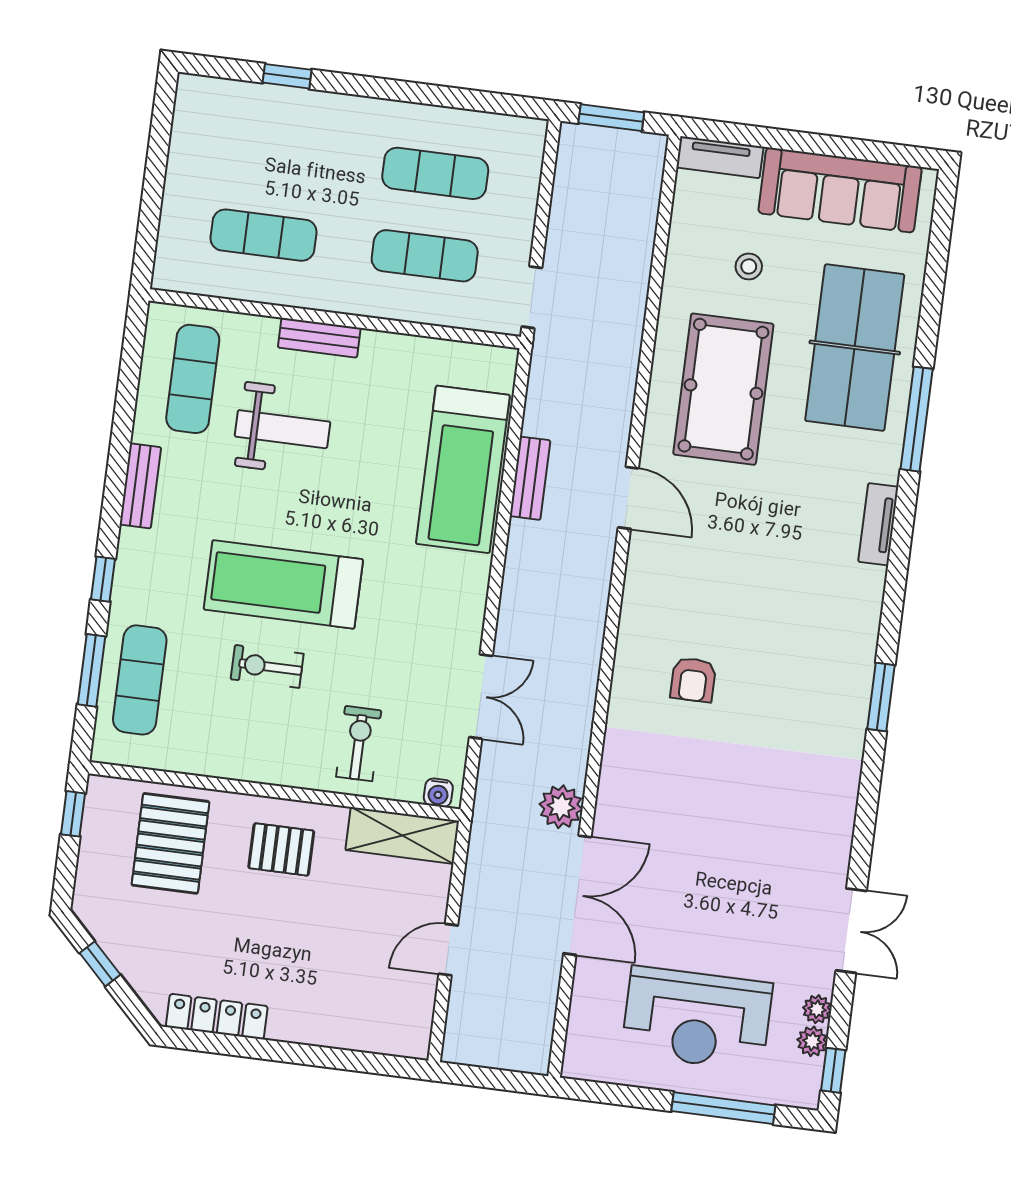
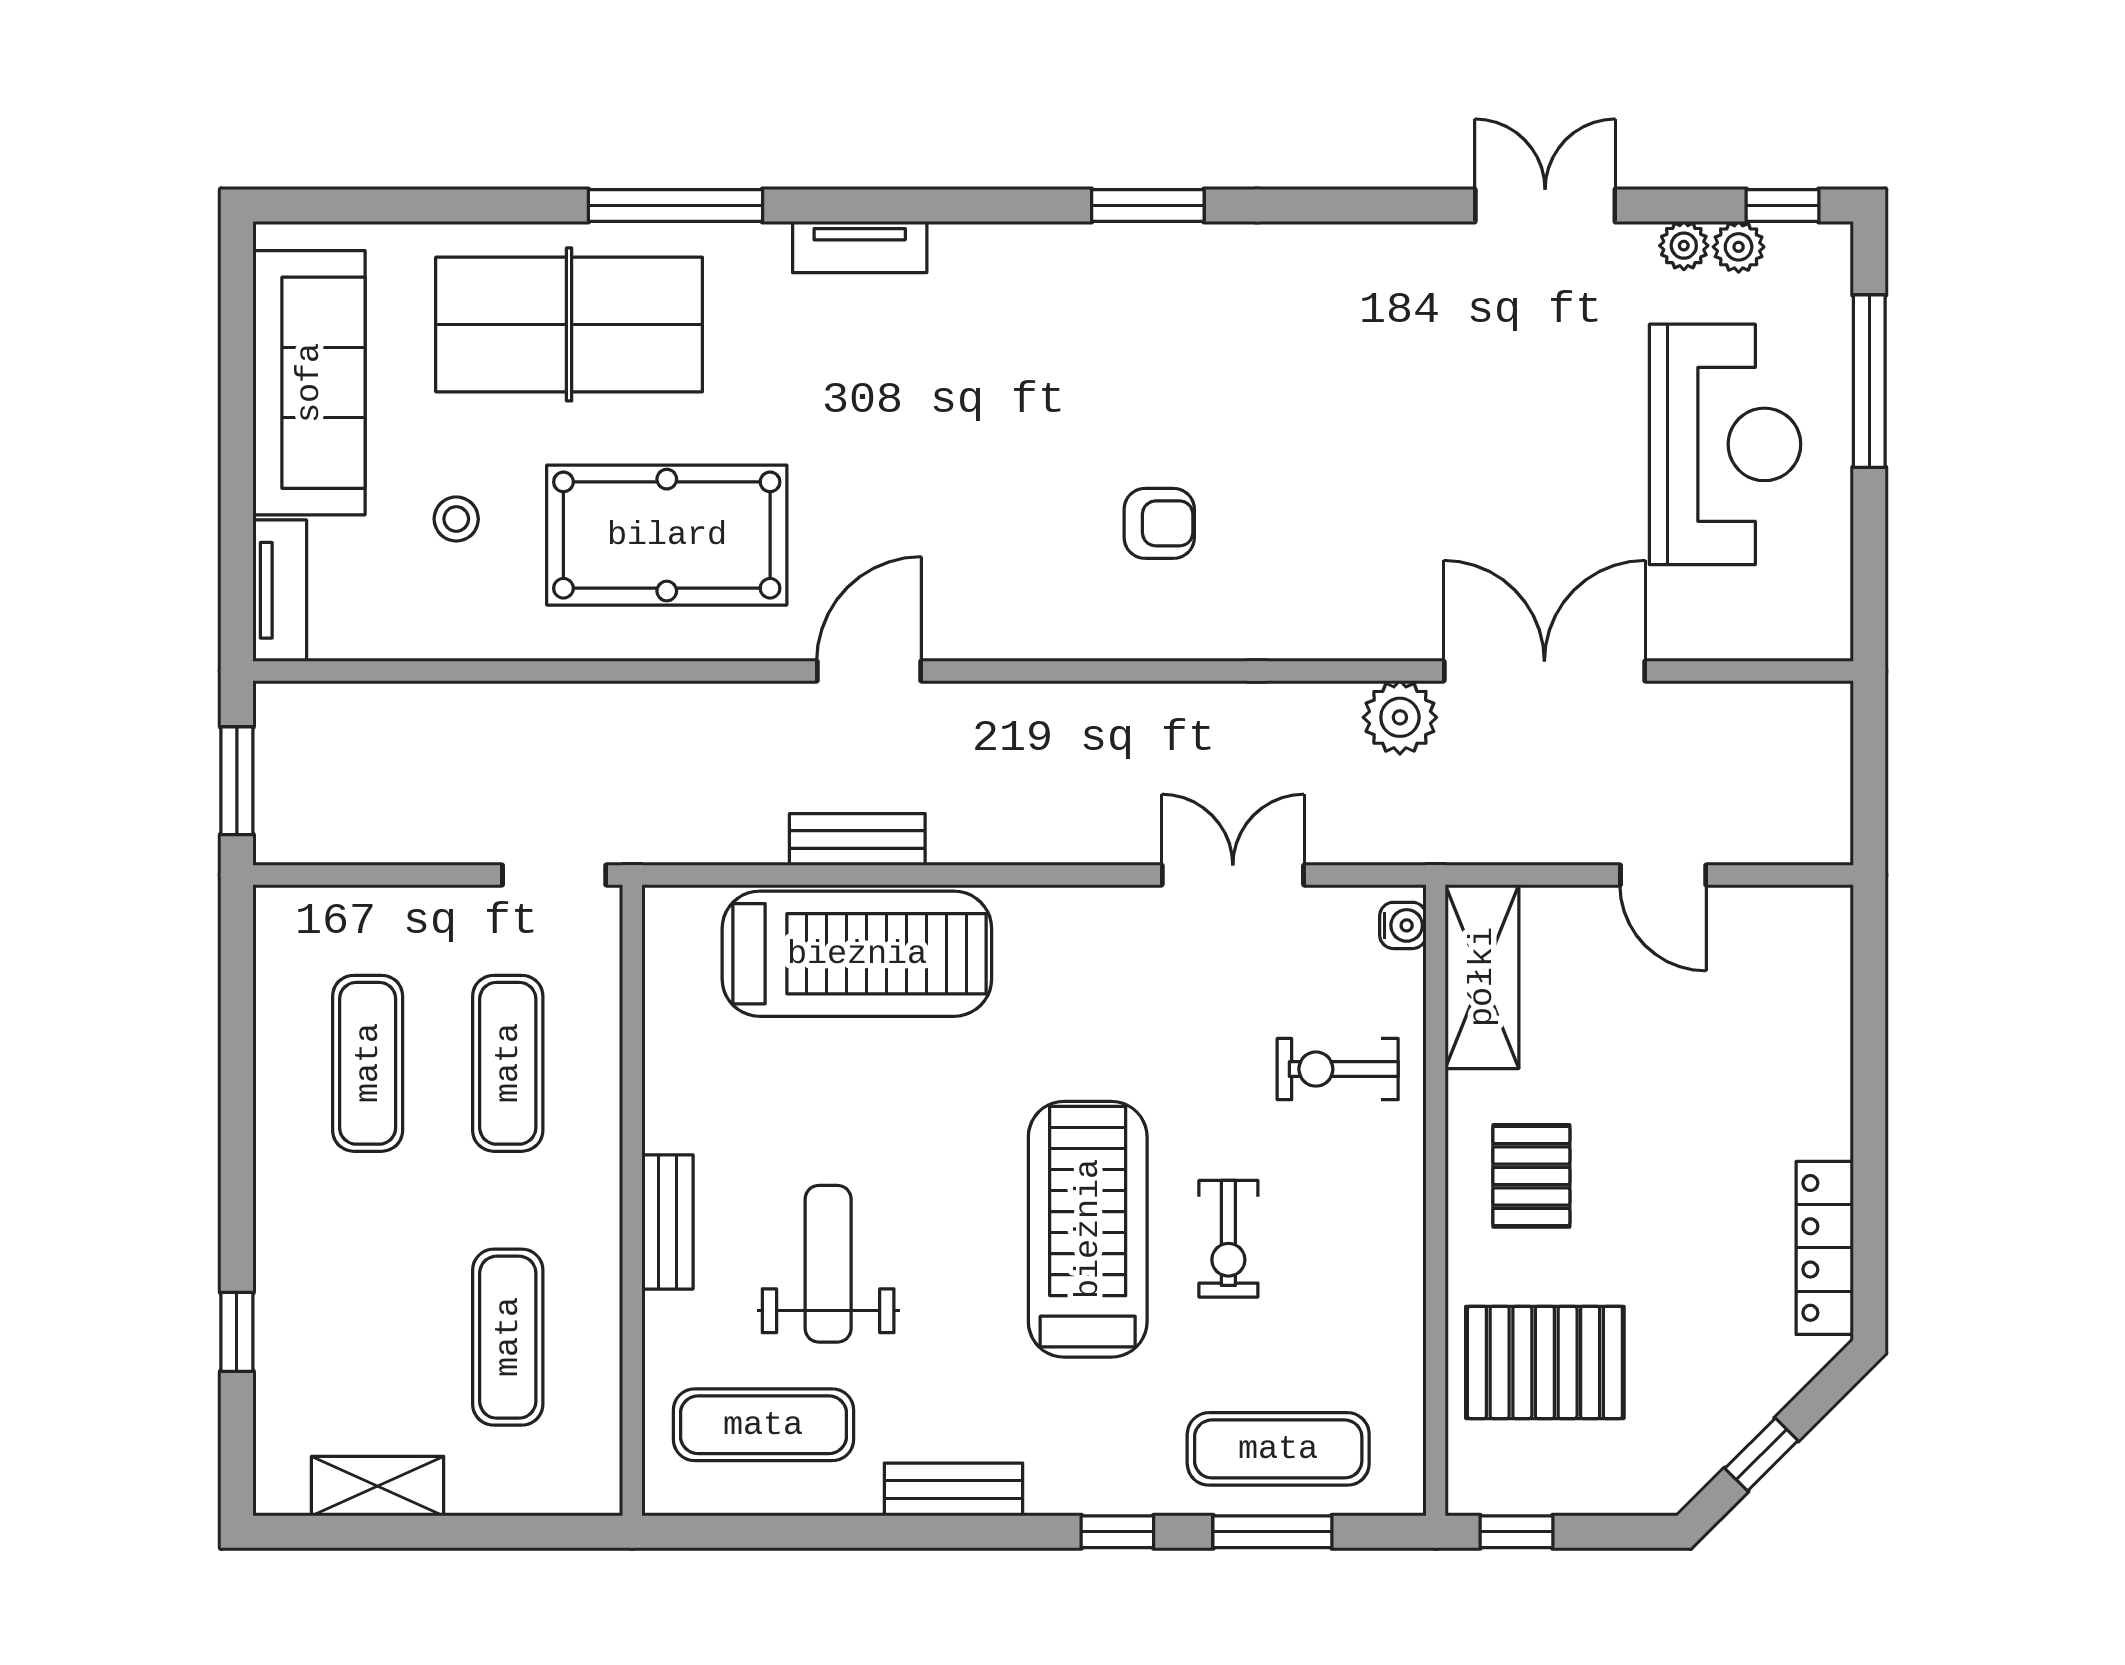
shelving: (186, 147) -> (378, 1486), added
treadmill: (283, 584) -> (1088, 1229), turned 180

